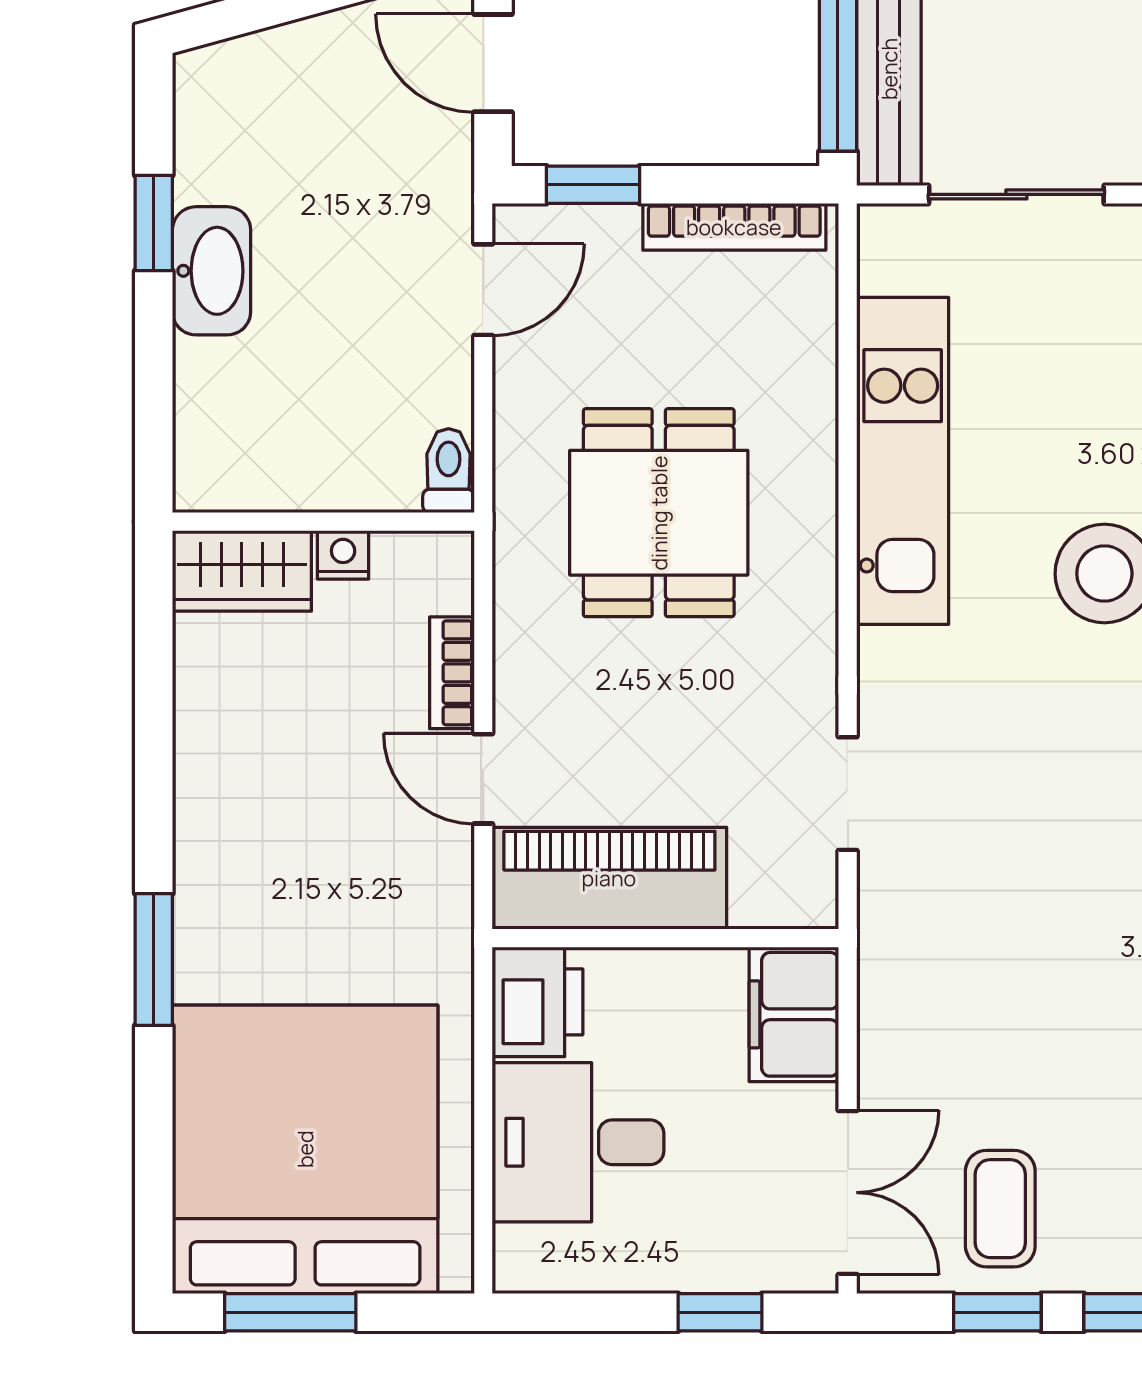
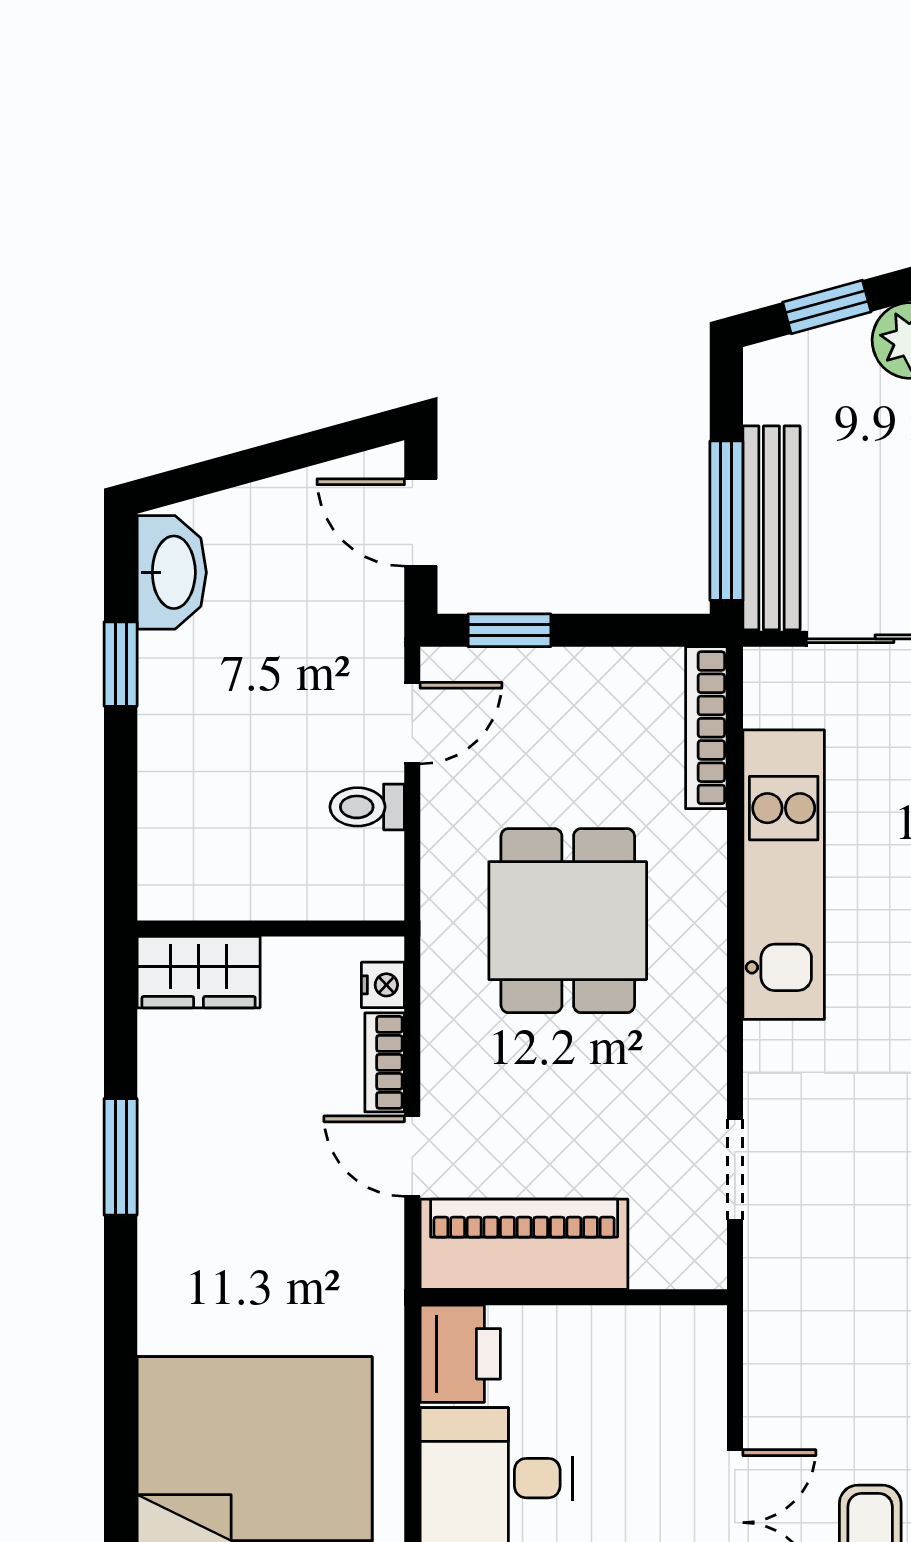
bookcase: (734, 227) -> (706, 728), moved, turned 90
washbasin: (212, 271) -> (172, 572), moved
toilet: (449, 471) -> (367, 807), moved, turned -90
nightstand: (343, 555) -> (383, 985), moved, turned 90
window: (154, 960) -> (121, 1157), moved
filing cabinet: (794, 1014) -> (687, 1365), removed

